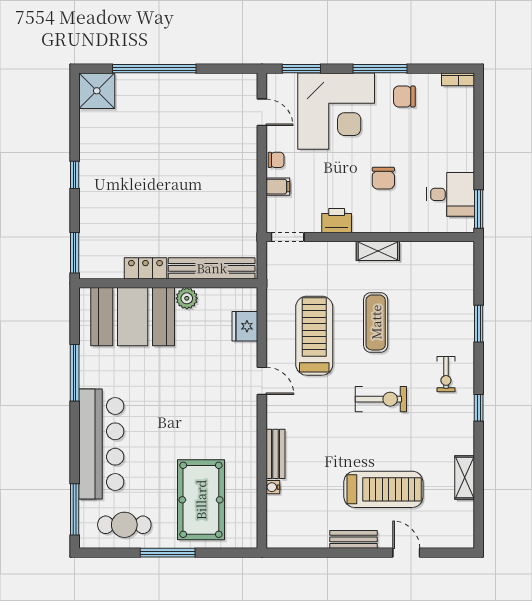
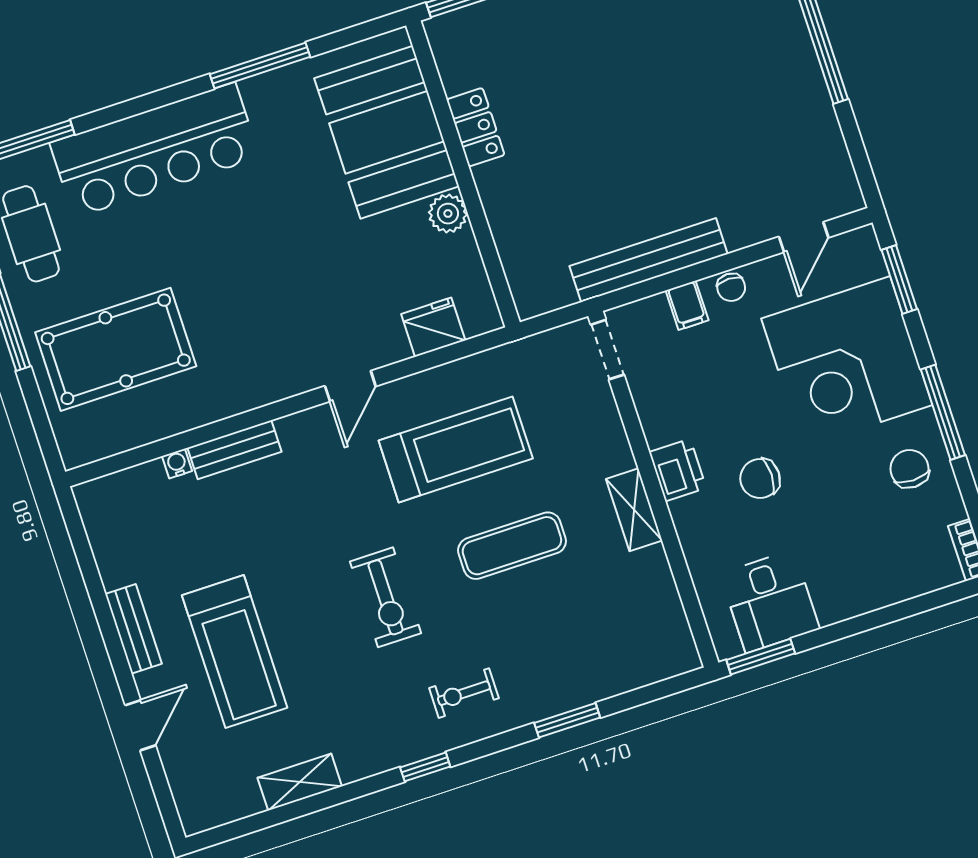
printer: (337, 221) -> (678, 470), moved
bench: (212, 268) -> (649, 260), moved, turned 90

